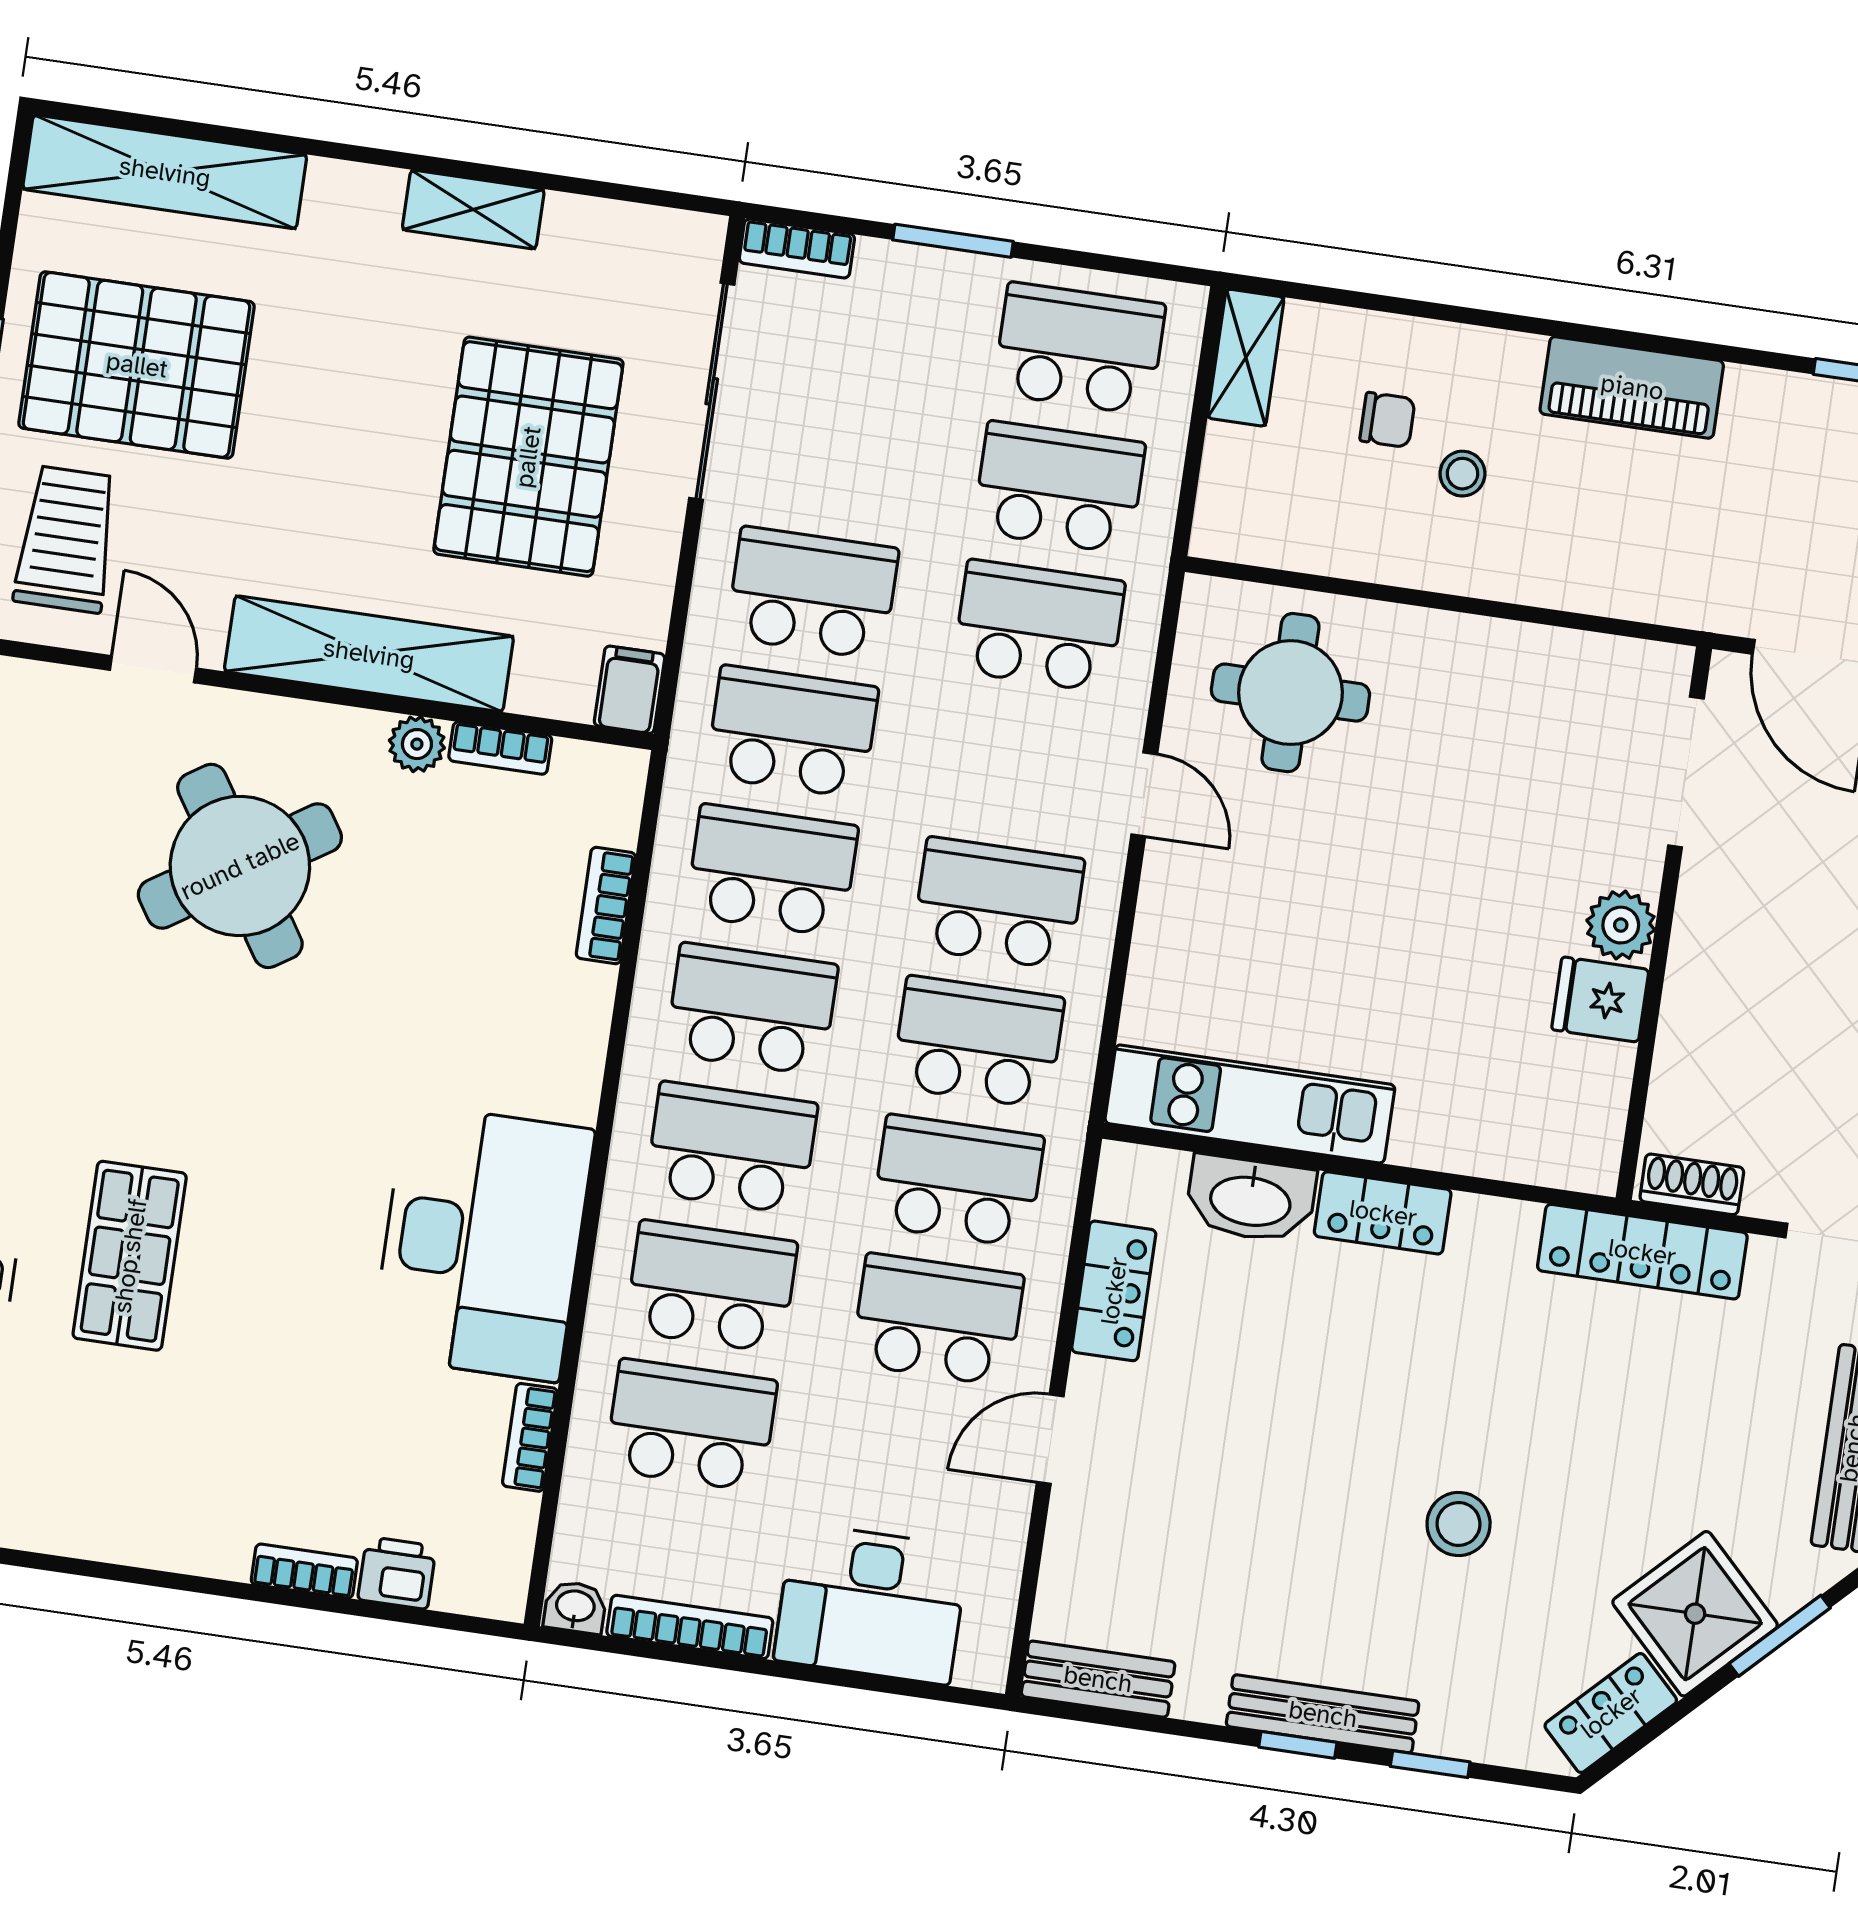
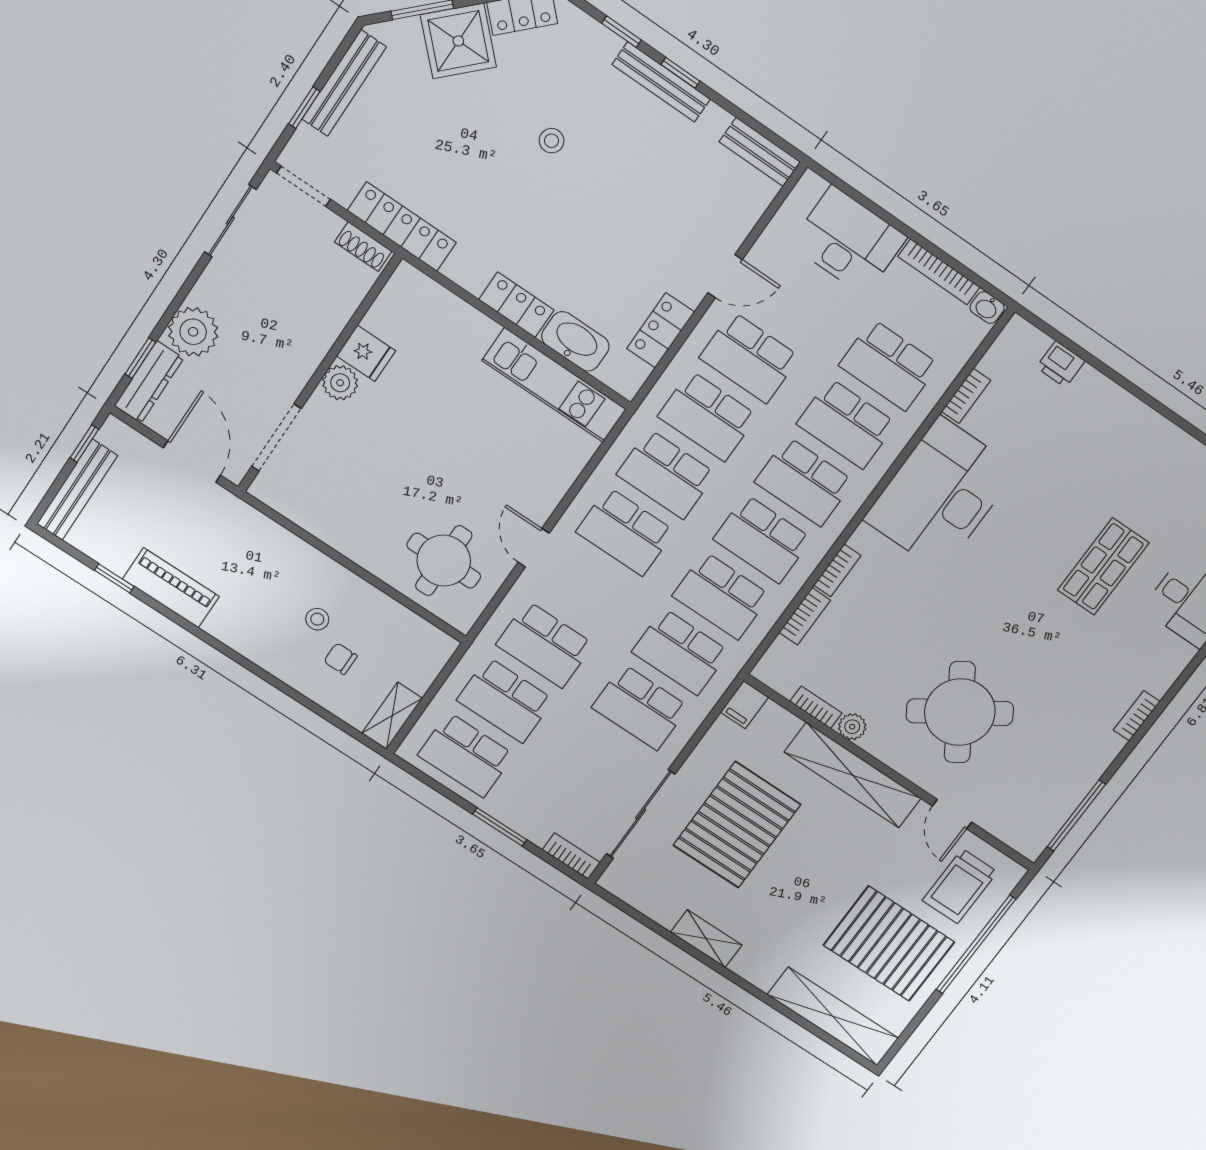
piano: (1632, 387) -> (171, 588), moved
stool: (1459, 1524) -> (552, 141), width x0.73, depth x0.73
bookcase: (304, 1571) -> (837, 570), moved, turned -90

